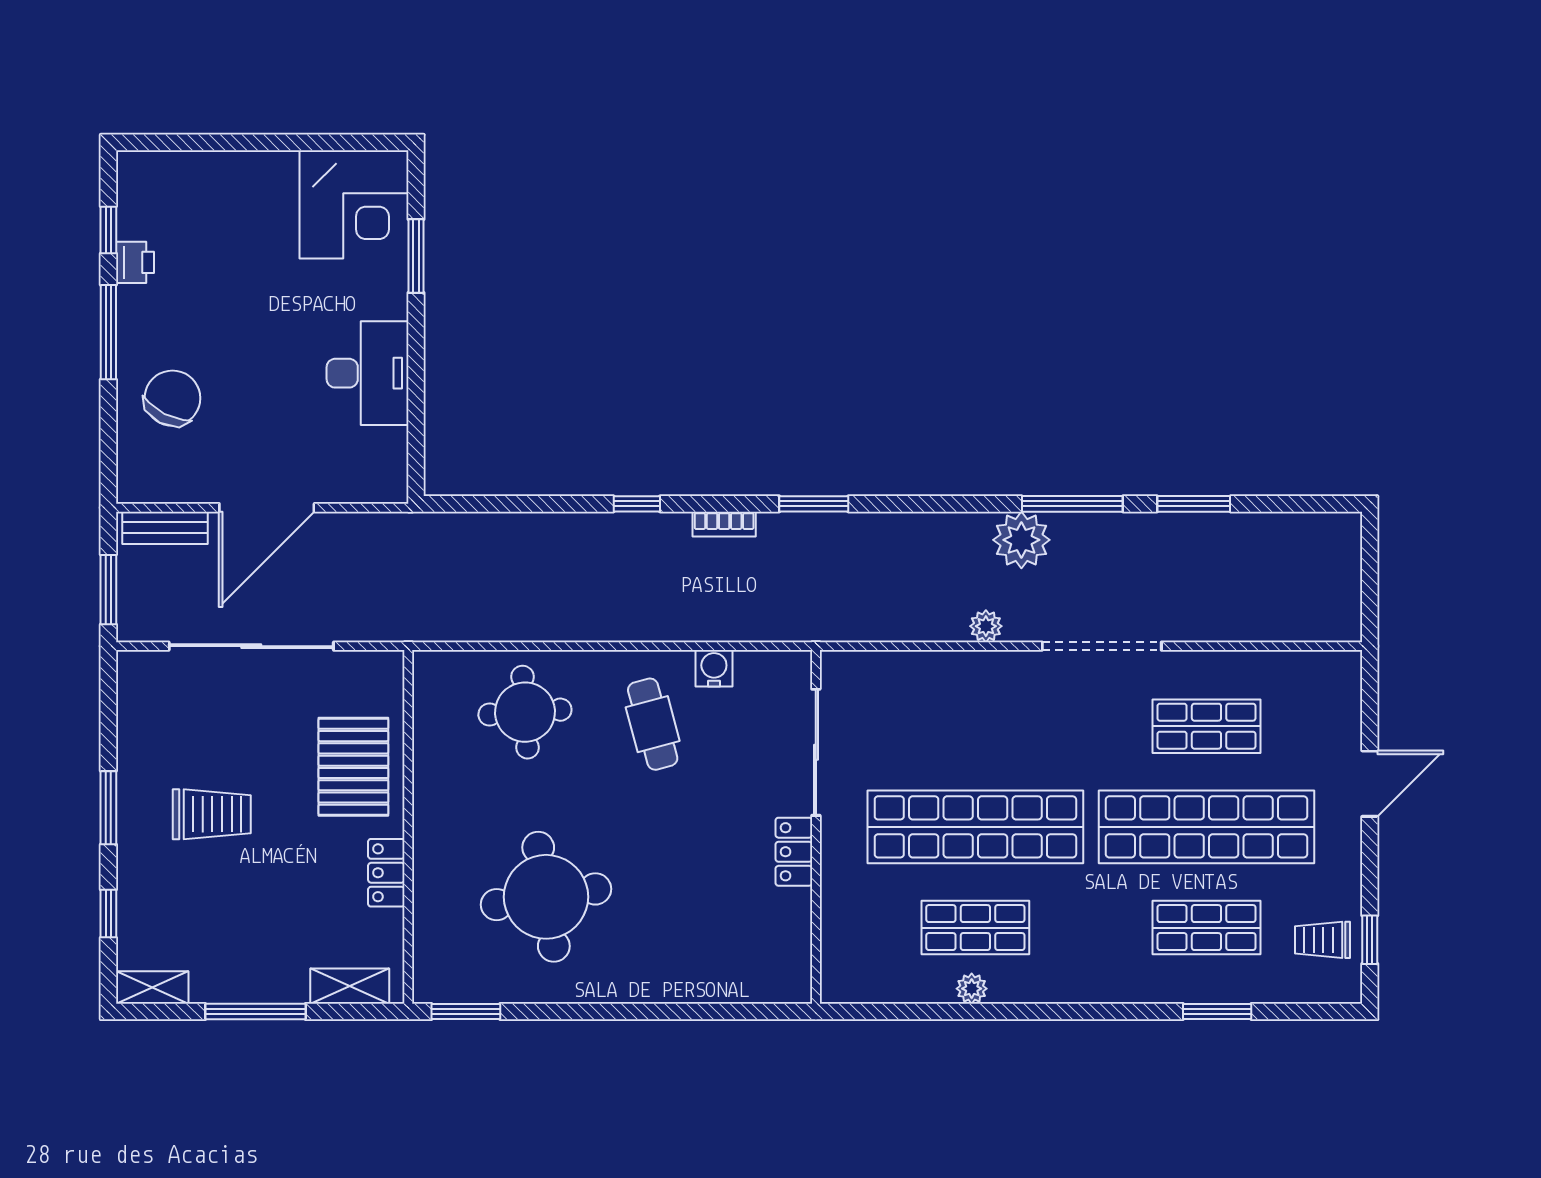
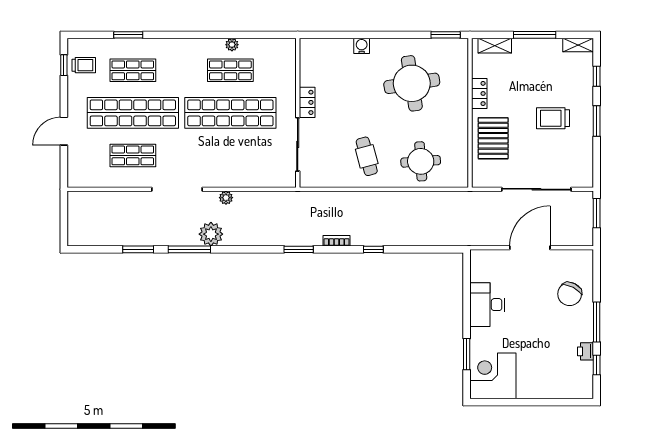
bench: (165, 528) -> (573, 239), removed
water cooler: (714, 668) -> (362, 46), moved, turned 180

